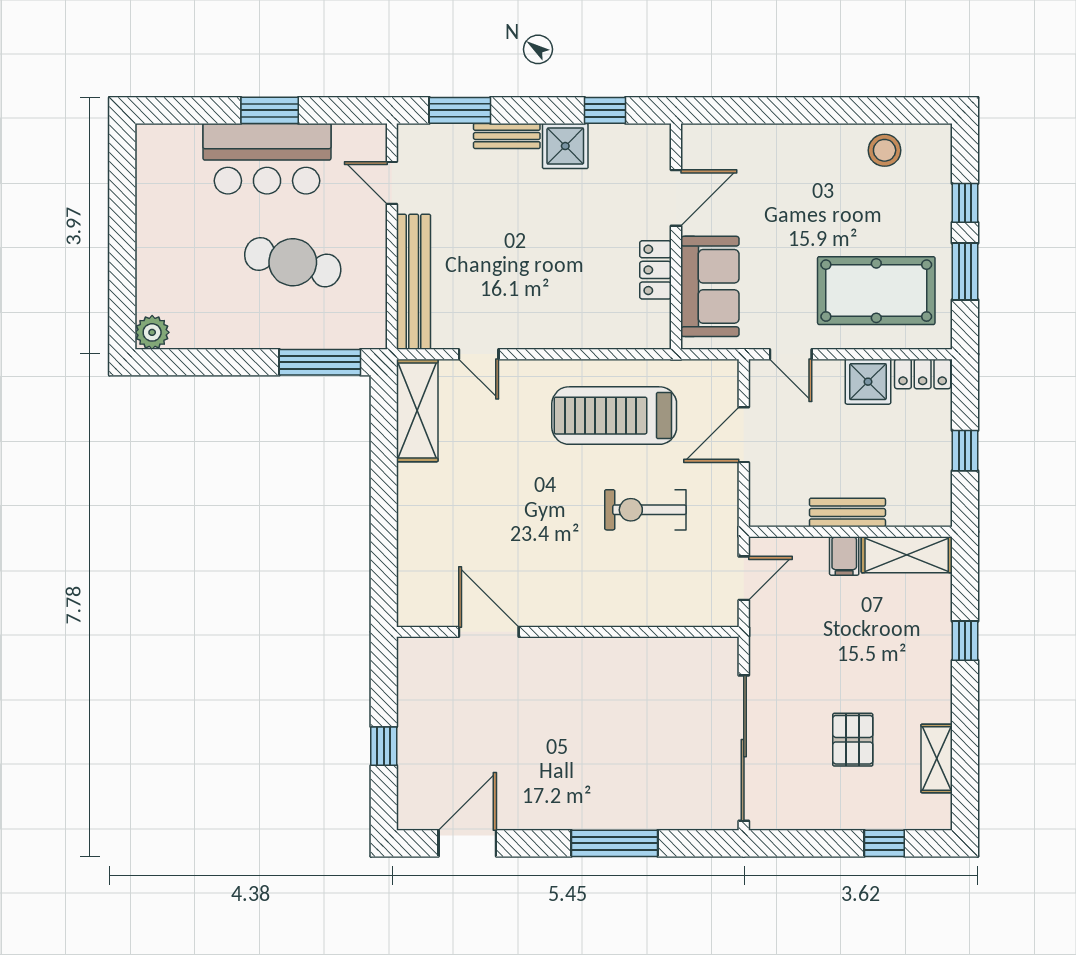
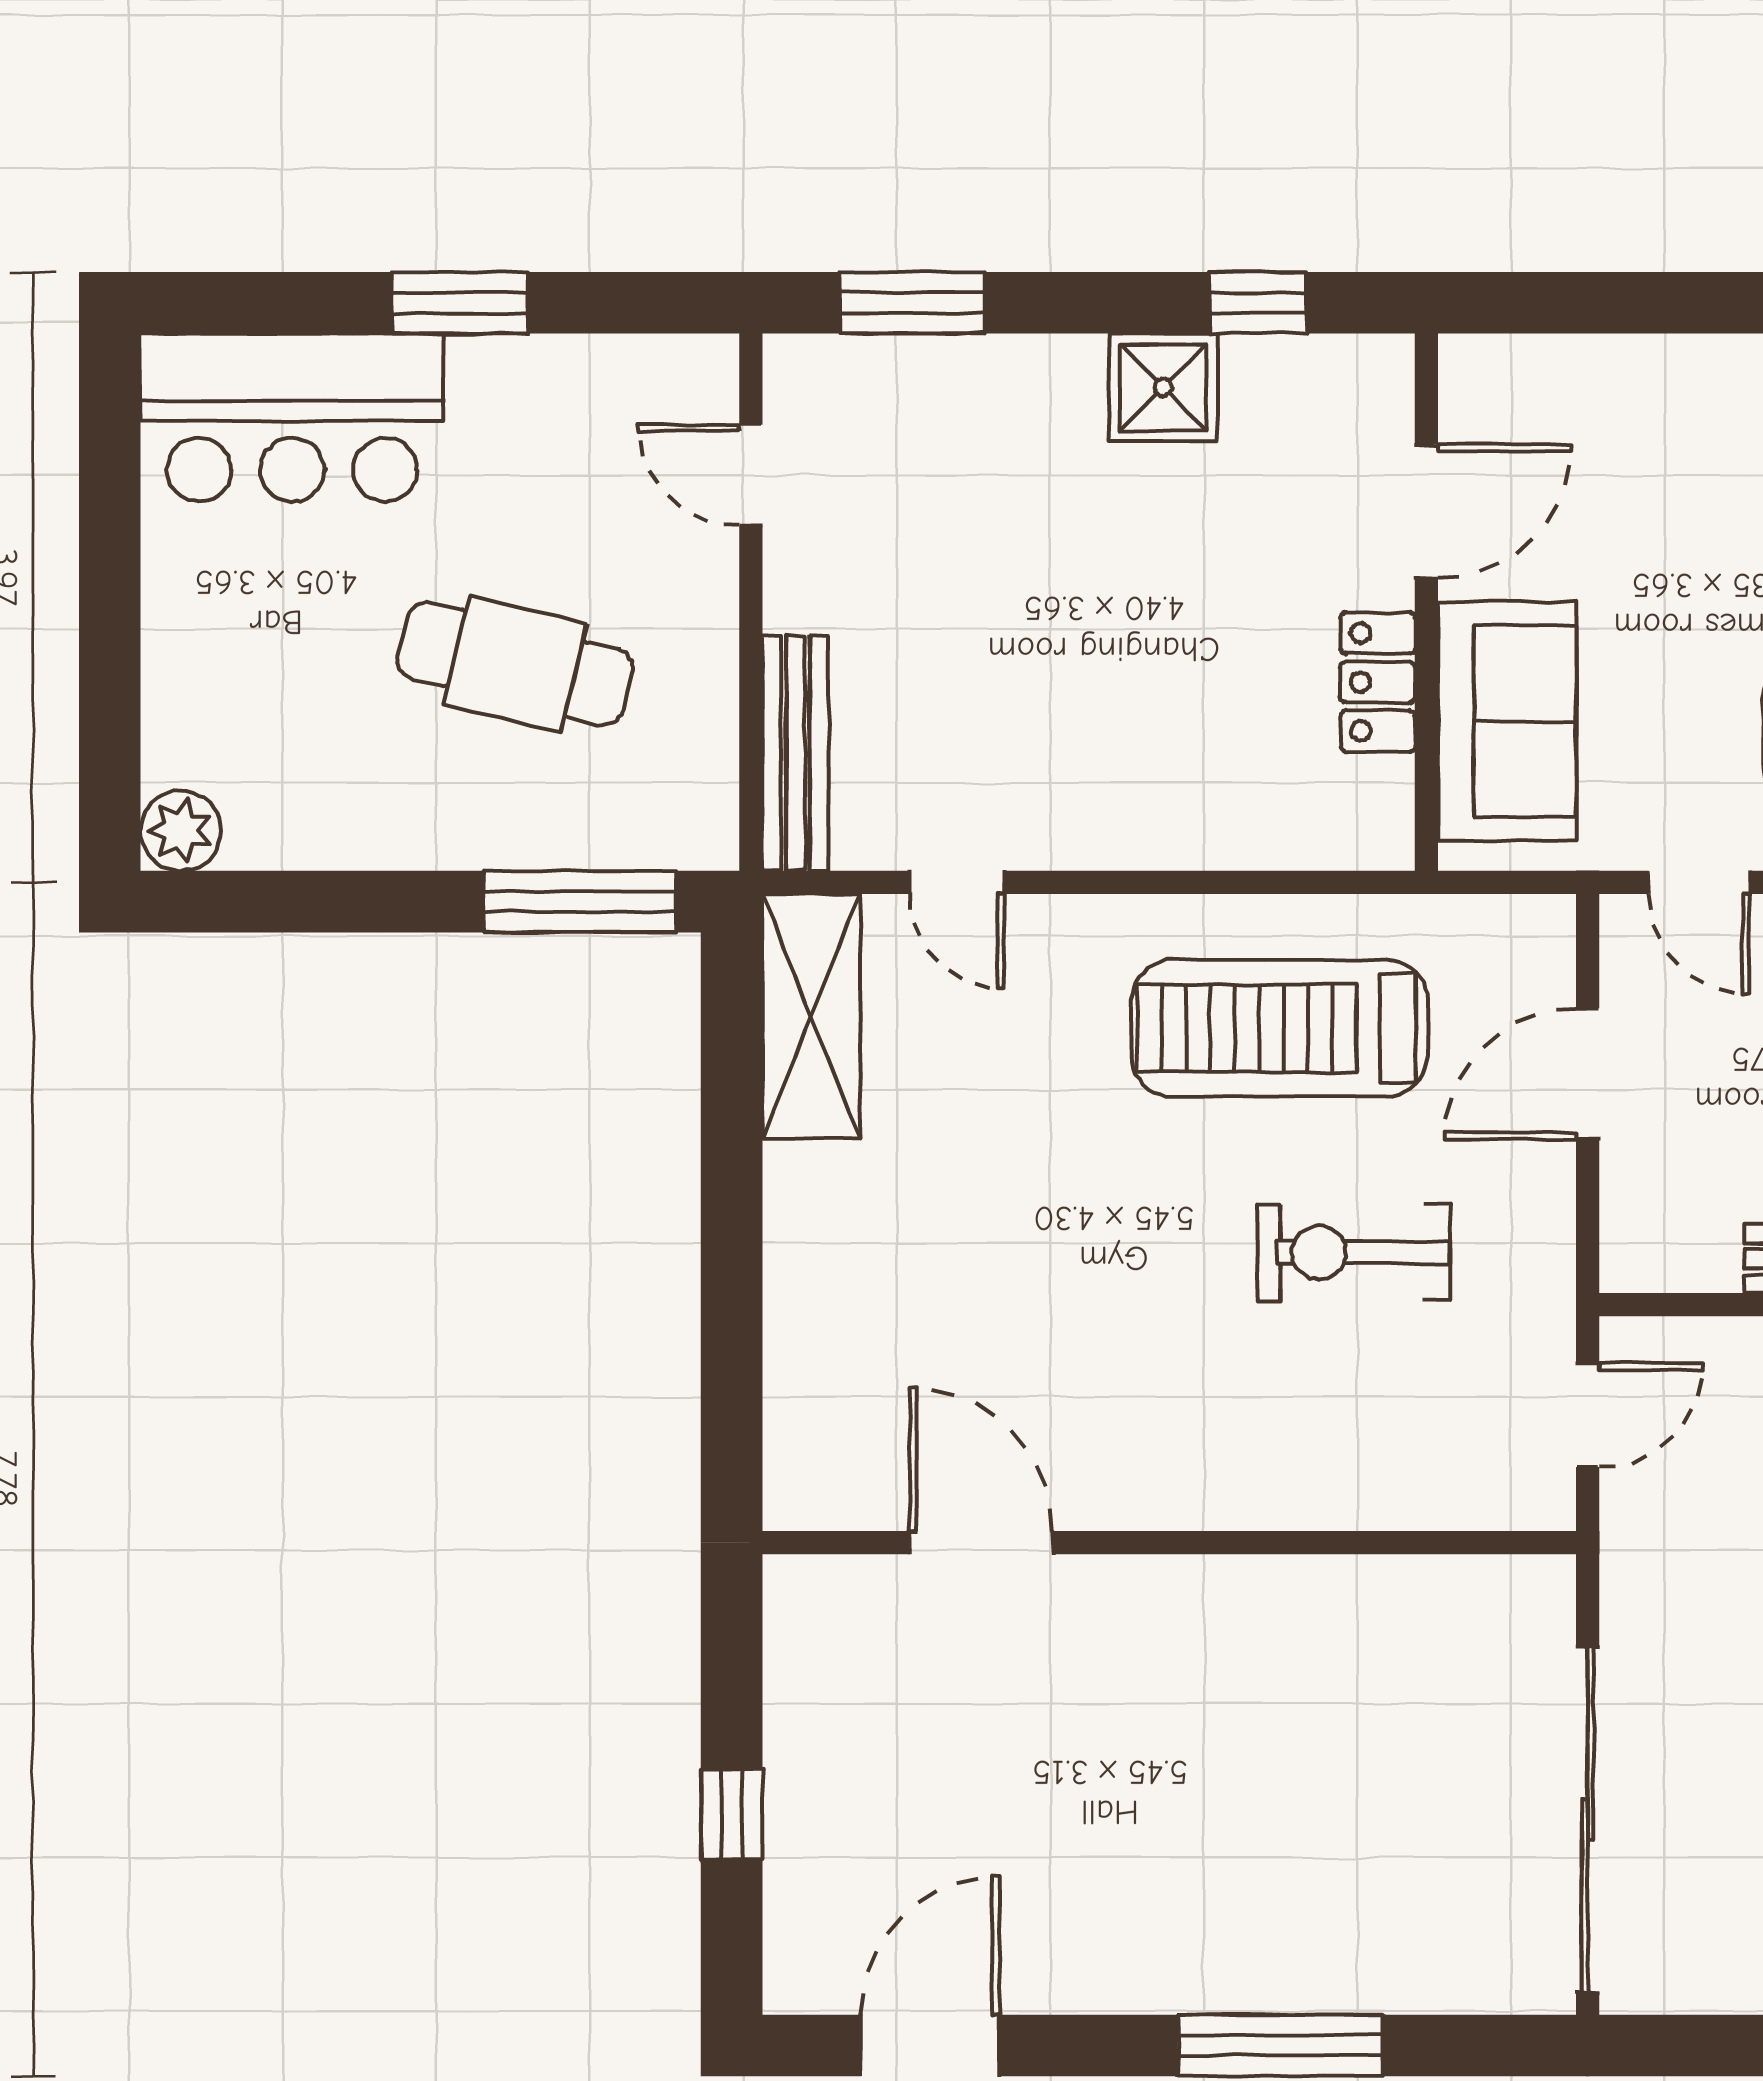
bench: (507, 136) -> (1024, 364), removed
bar counter: (267, 159) -> (292, 418), moved
bench: (414, 282) -> (795, 753), width x0.73, depth x0.82

